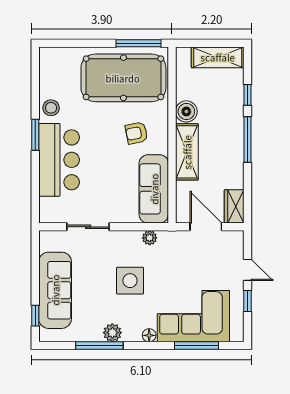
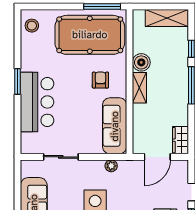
stool: (51, 108) -> (32, 26), moved
armchair: (136, 133) -> (100, 80), turned 101
shelving: (187, 152) -> (139, 88), width x0.67, depth x0.75
door: (206, 227) -> (157, 157), swing flipped

